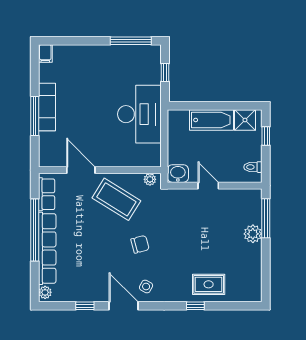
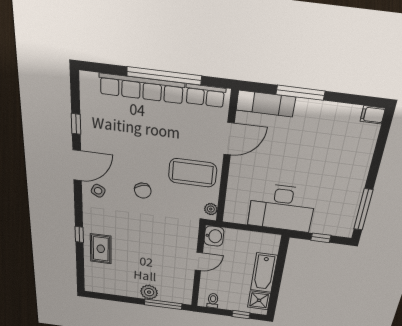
exam couch: (47, 107) -> (266, 104), moved
coffee table: (116, 199) -> (193, 173), turned 58
plant: (45, 292) -> (90, 79), removed

